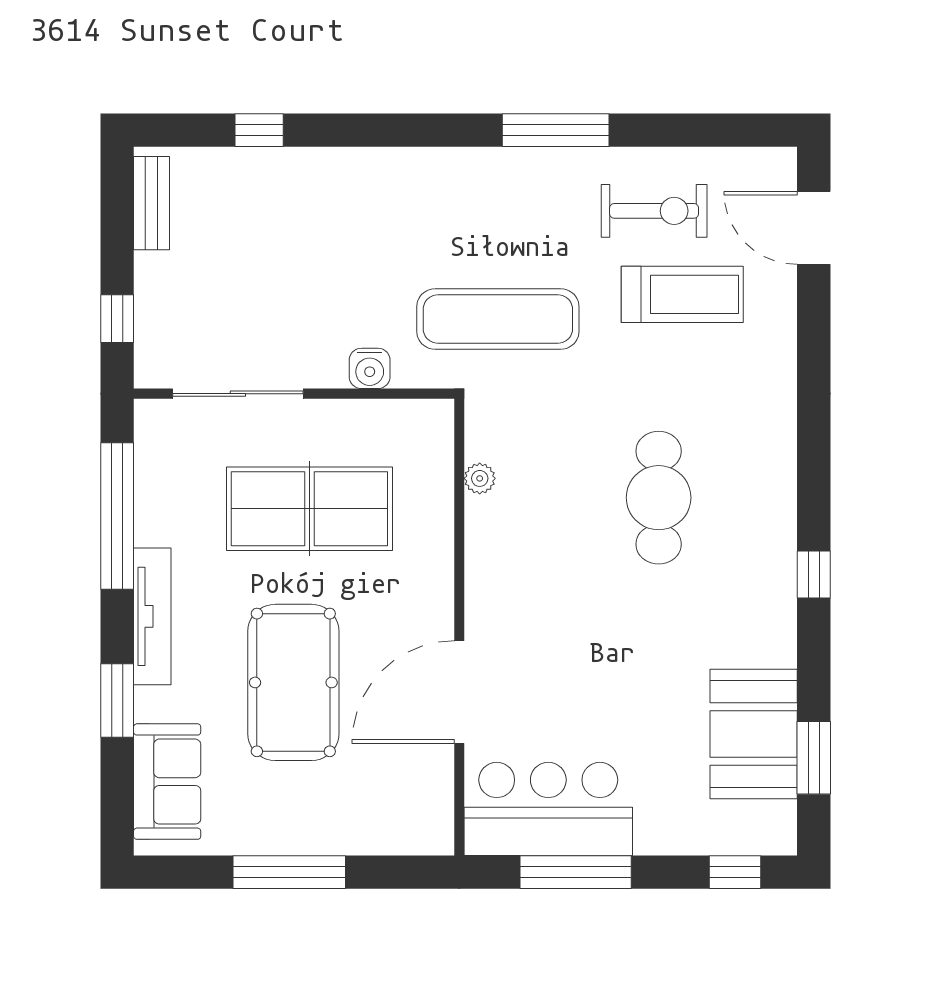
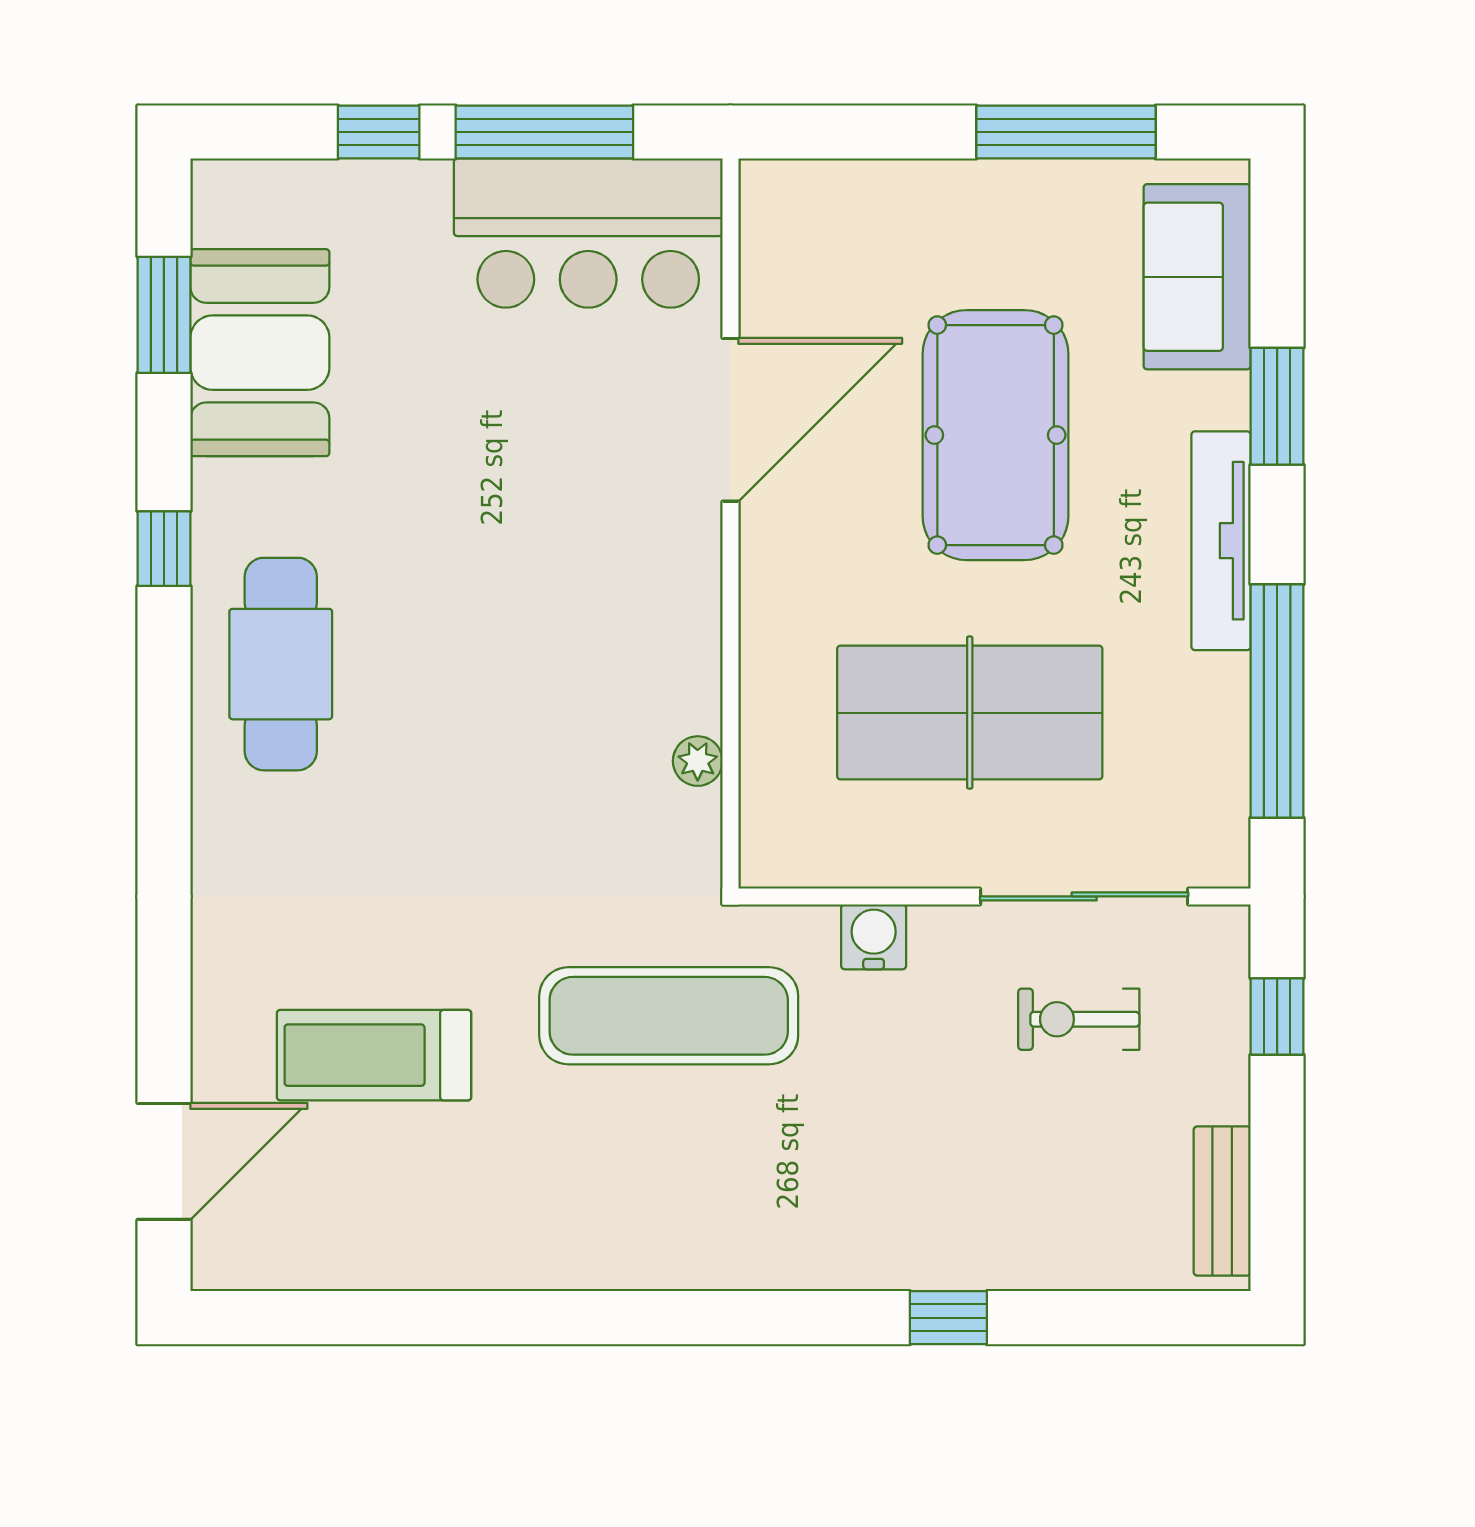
window: (259, 130) -> (948, 1318), moved
window: (556, 130) -> (576, 1318), removed
exercise bike: (654, 211) -> (1079, 1019), moved, width x0.73, depth x0.72
door: (814, 228) -> (164, 1161), hinge flipped
cafe table: (659, 498) -> (281, 664), moved
window: (814, 574) -> (164, 549), moved
window: (289, 872) -> (1066, 132), moved
window: (735, 872) -> (379, 132), moved

